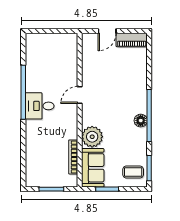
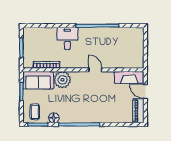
fireplace: (89, 52) -> (129, 77), added
desk: (40, 106) -> (67, 38), moved
floor lamp: (141, 121) -> (54, 118), moved

